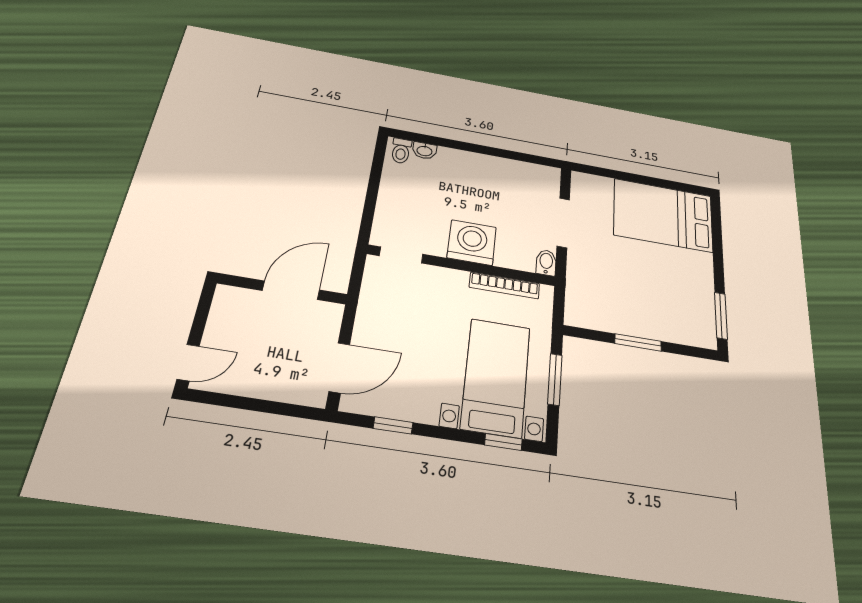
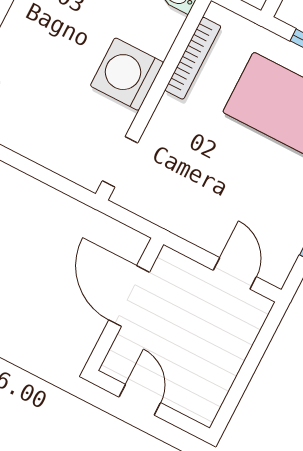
door: (188, 363) -> (140, 400), moved
door: (339, 368) -> (235, 273), width x0.73

